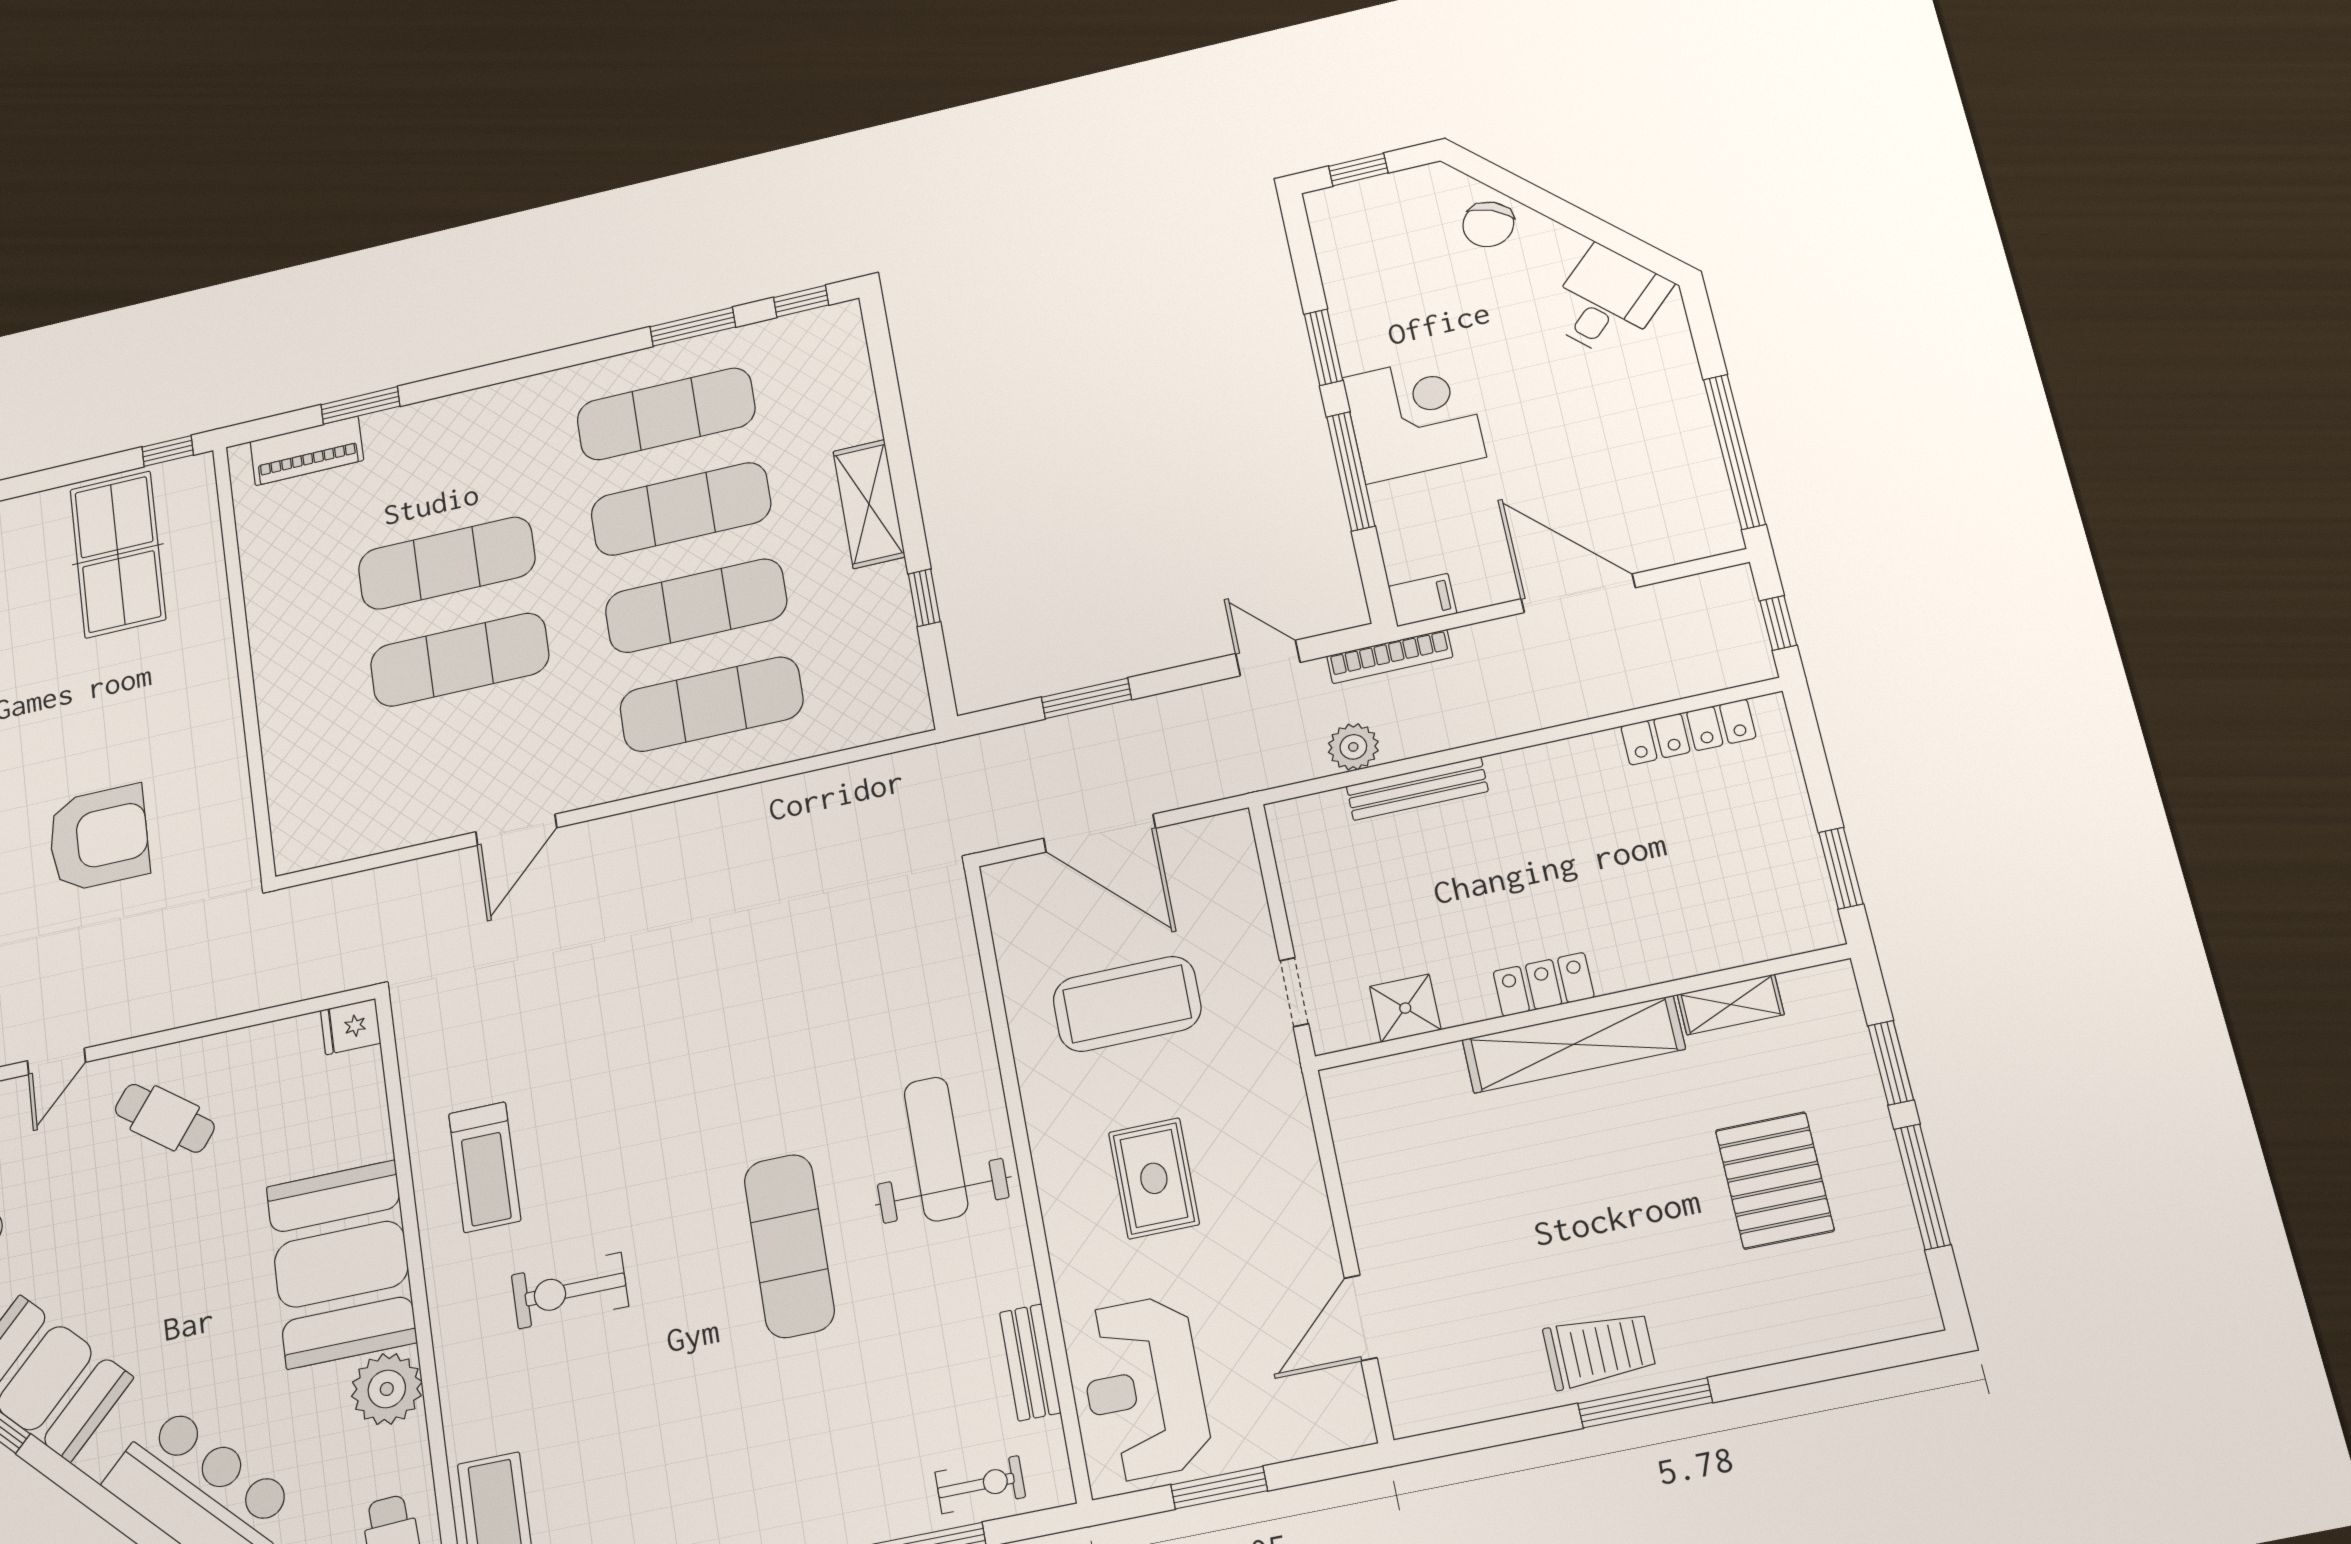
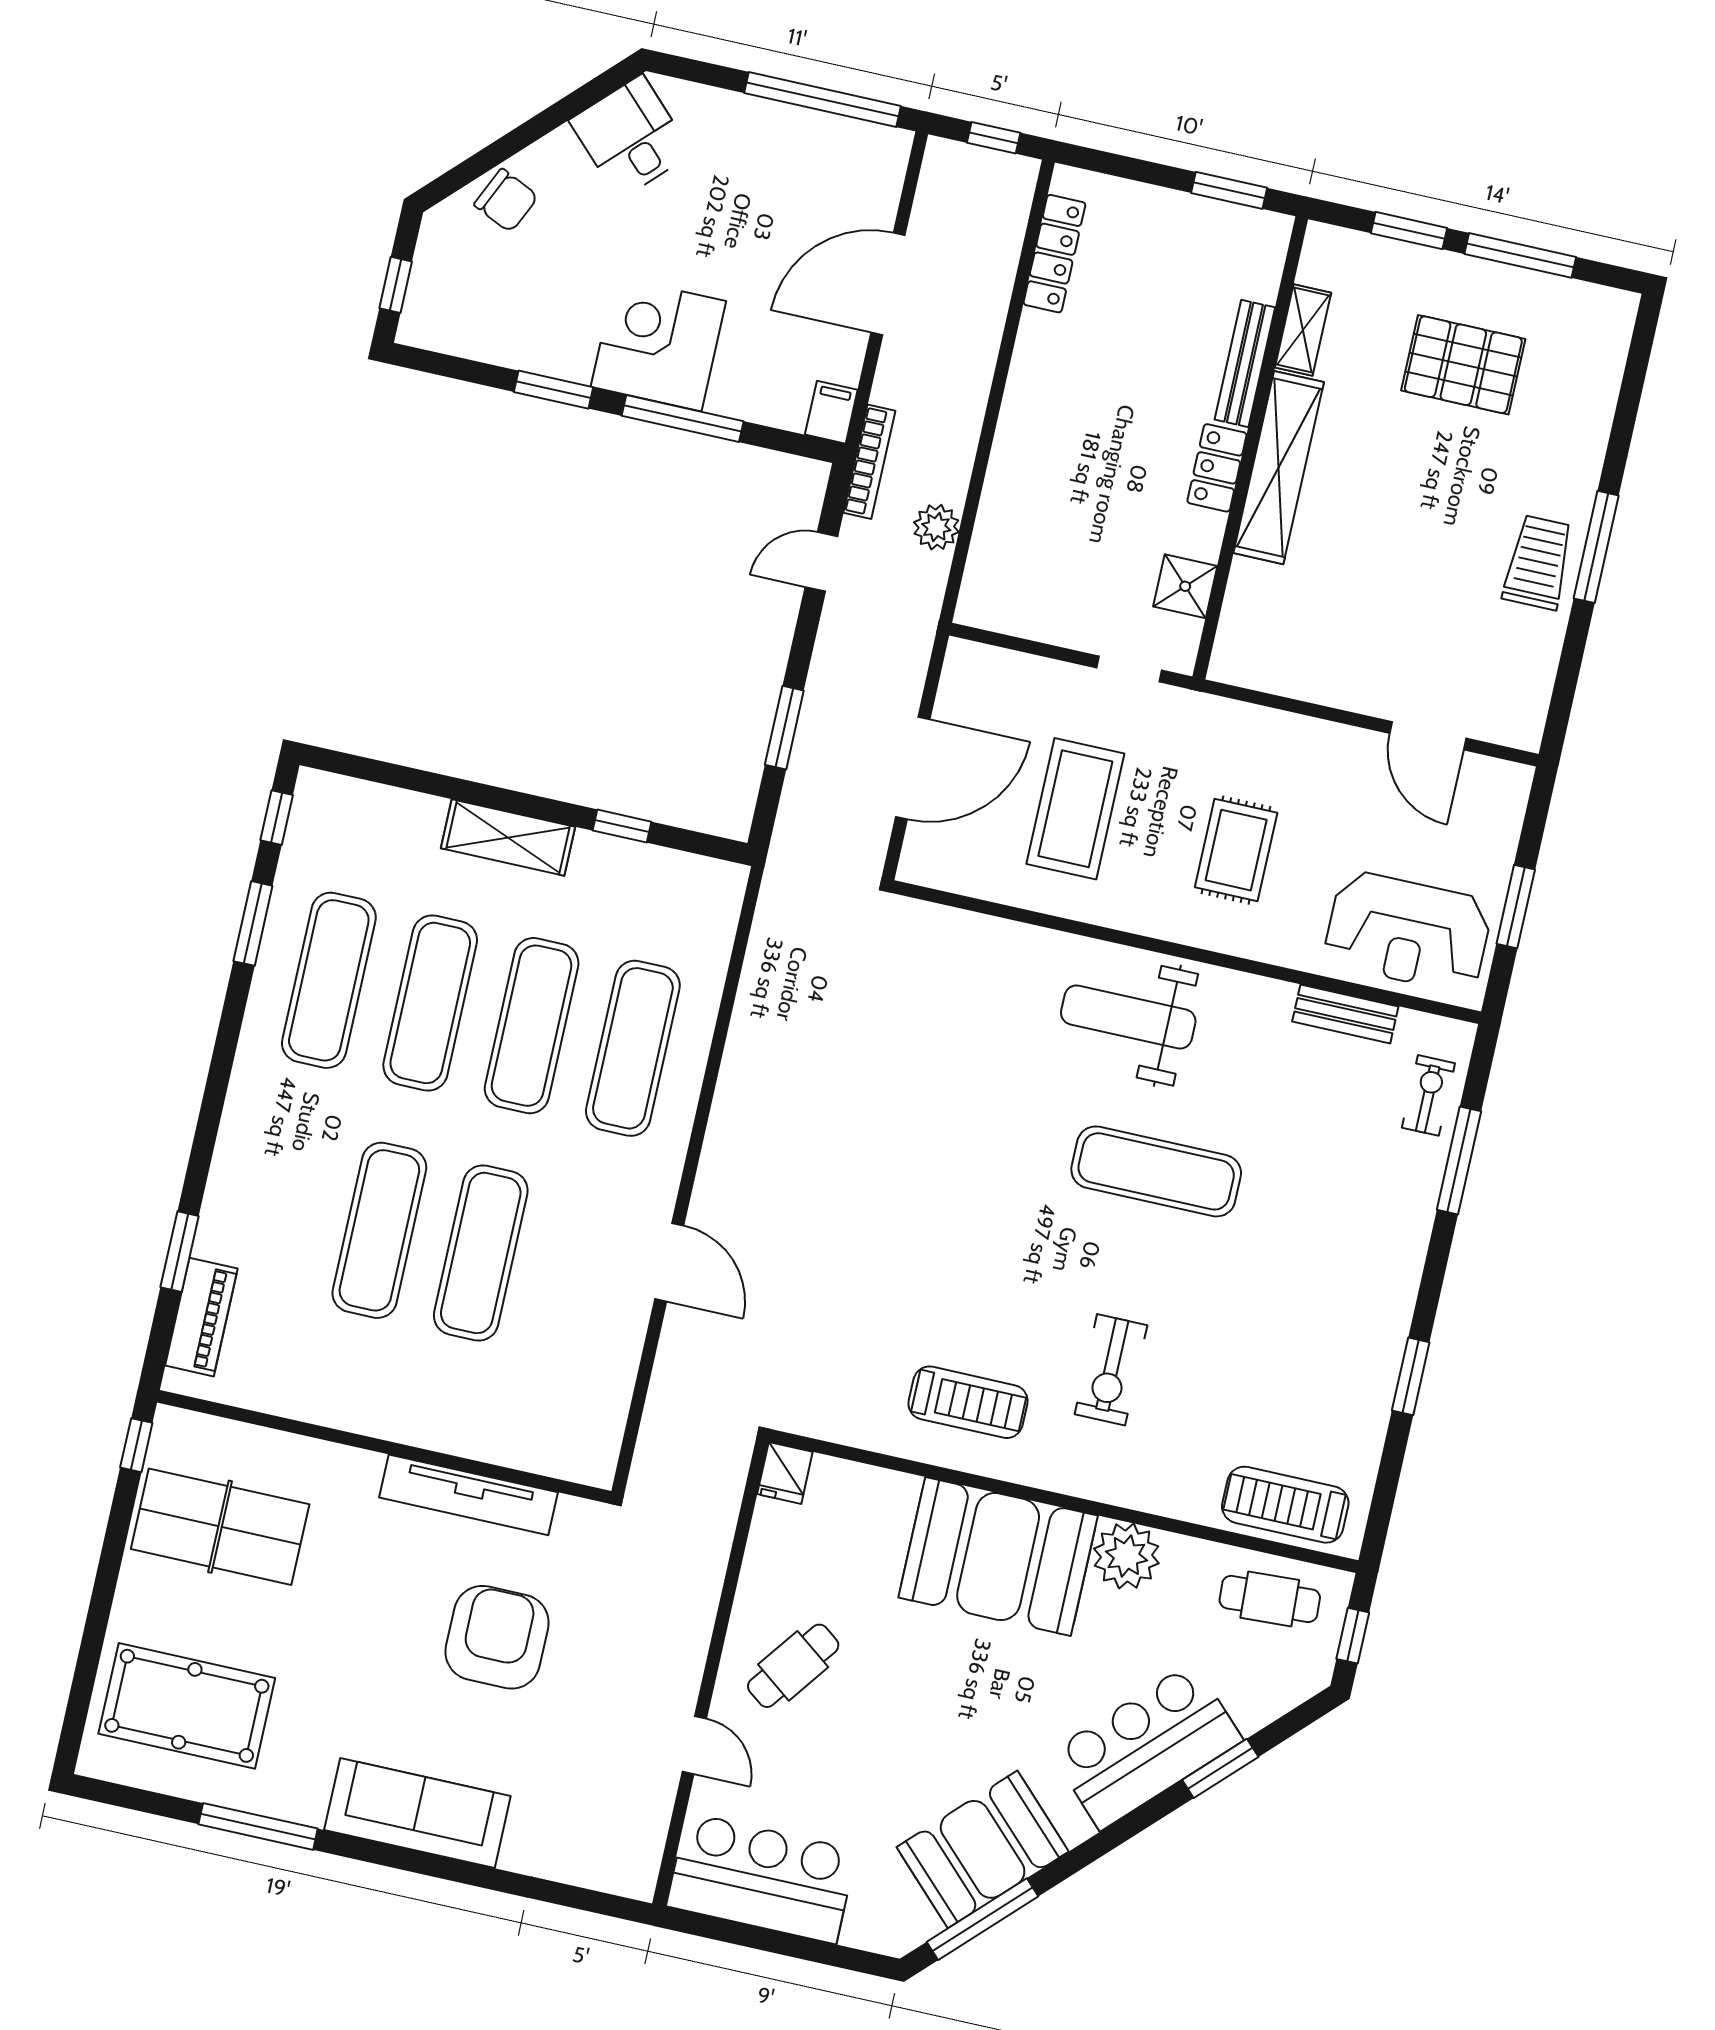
tv unit: (225, 753) -> (468, 1495), added
bench: (1417, 789) -> (1245, 363), moved
rug: (1154, 1178) -> (1236, 850), turned 90

